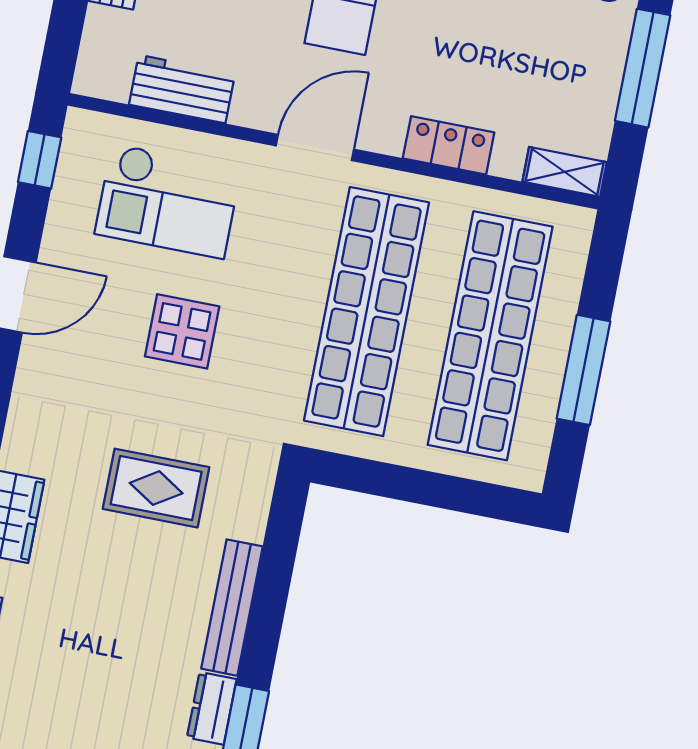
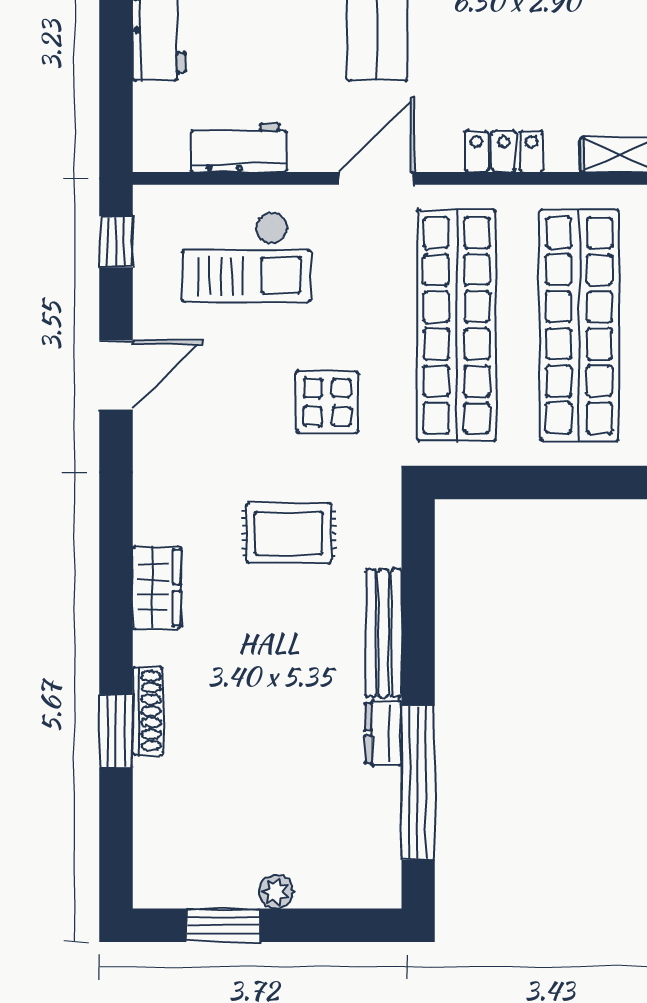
display table: (182, 331) -> (327, 402), moved

